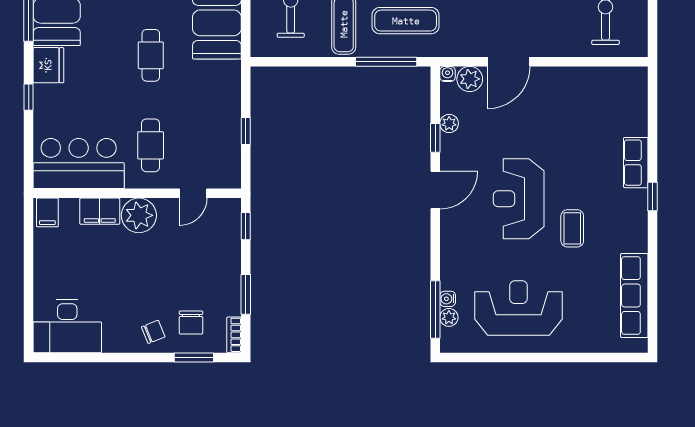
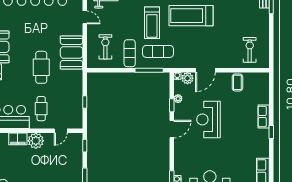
cafe table: (151, 55) -> (41, 67), width x1.37, depth x1.35
reception desk: (519, 199) -> (208, 119), moved
coffee table: (572, 228) -> (237, 82), moved

